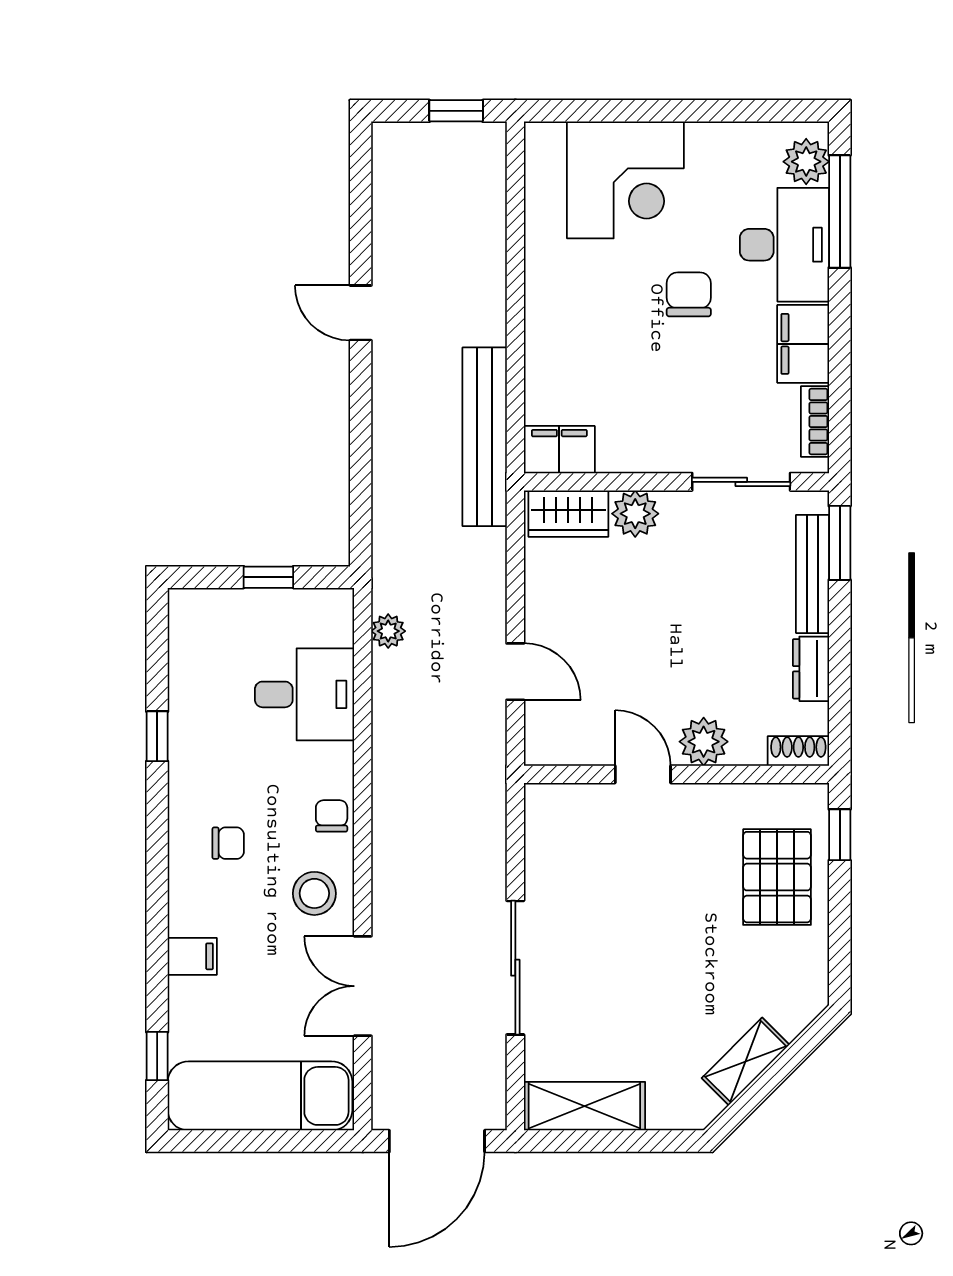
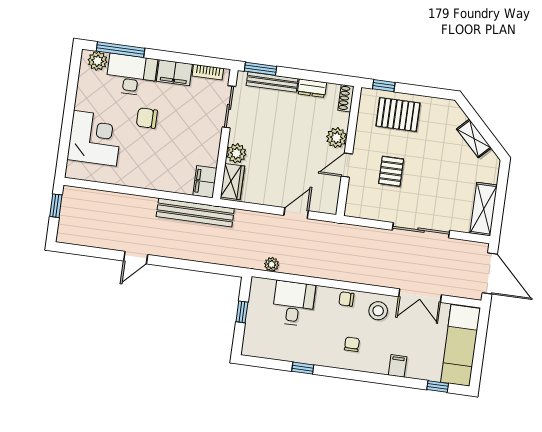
pallet: (643, 879) -> (391, 171), added

